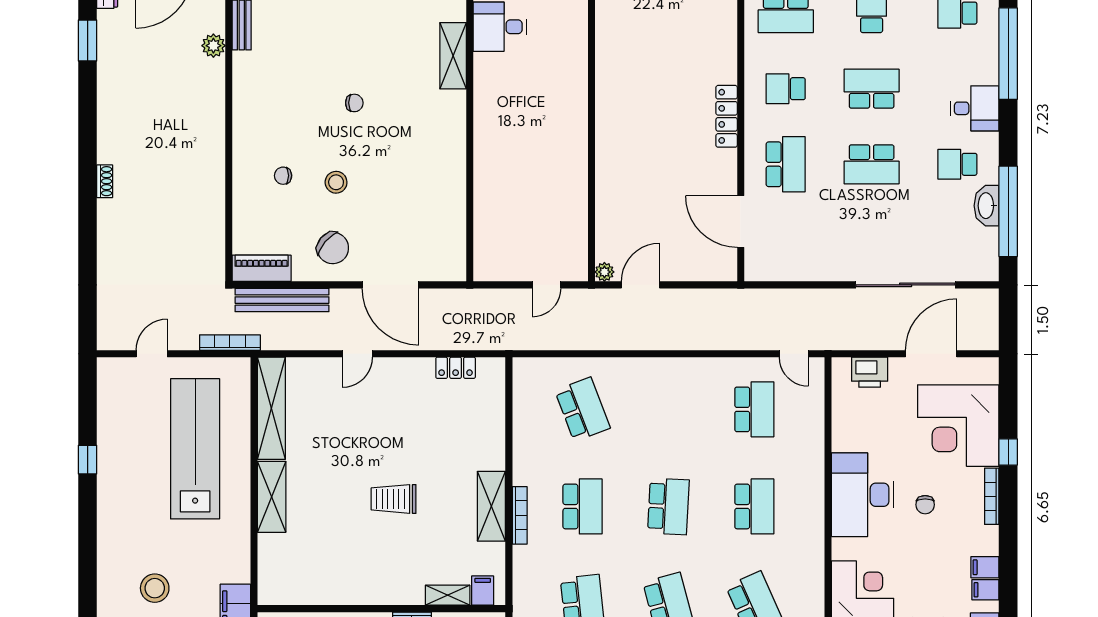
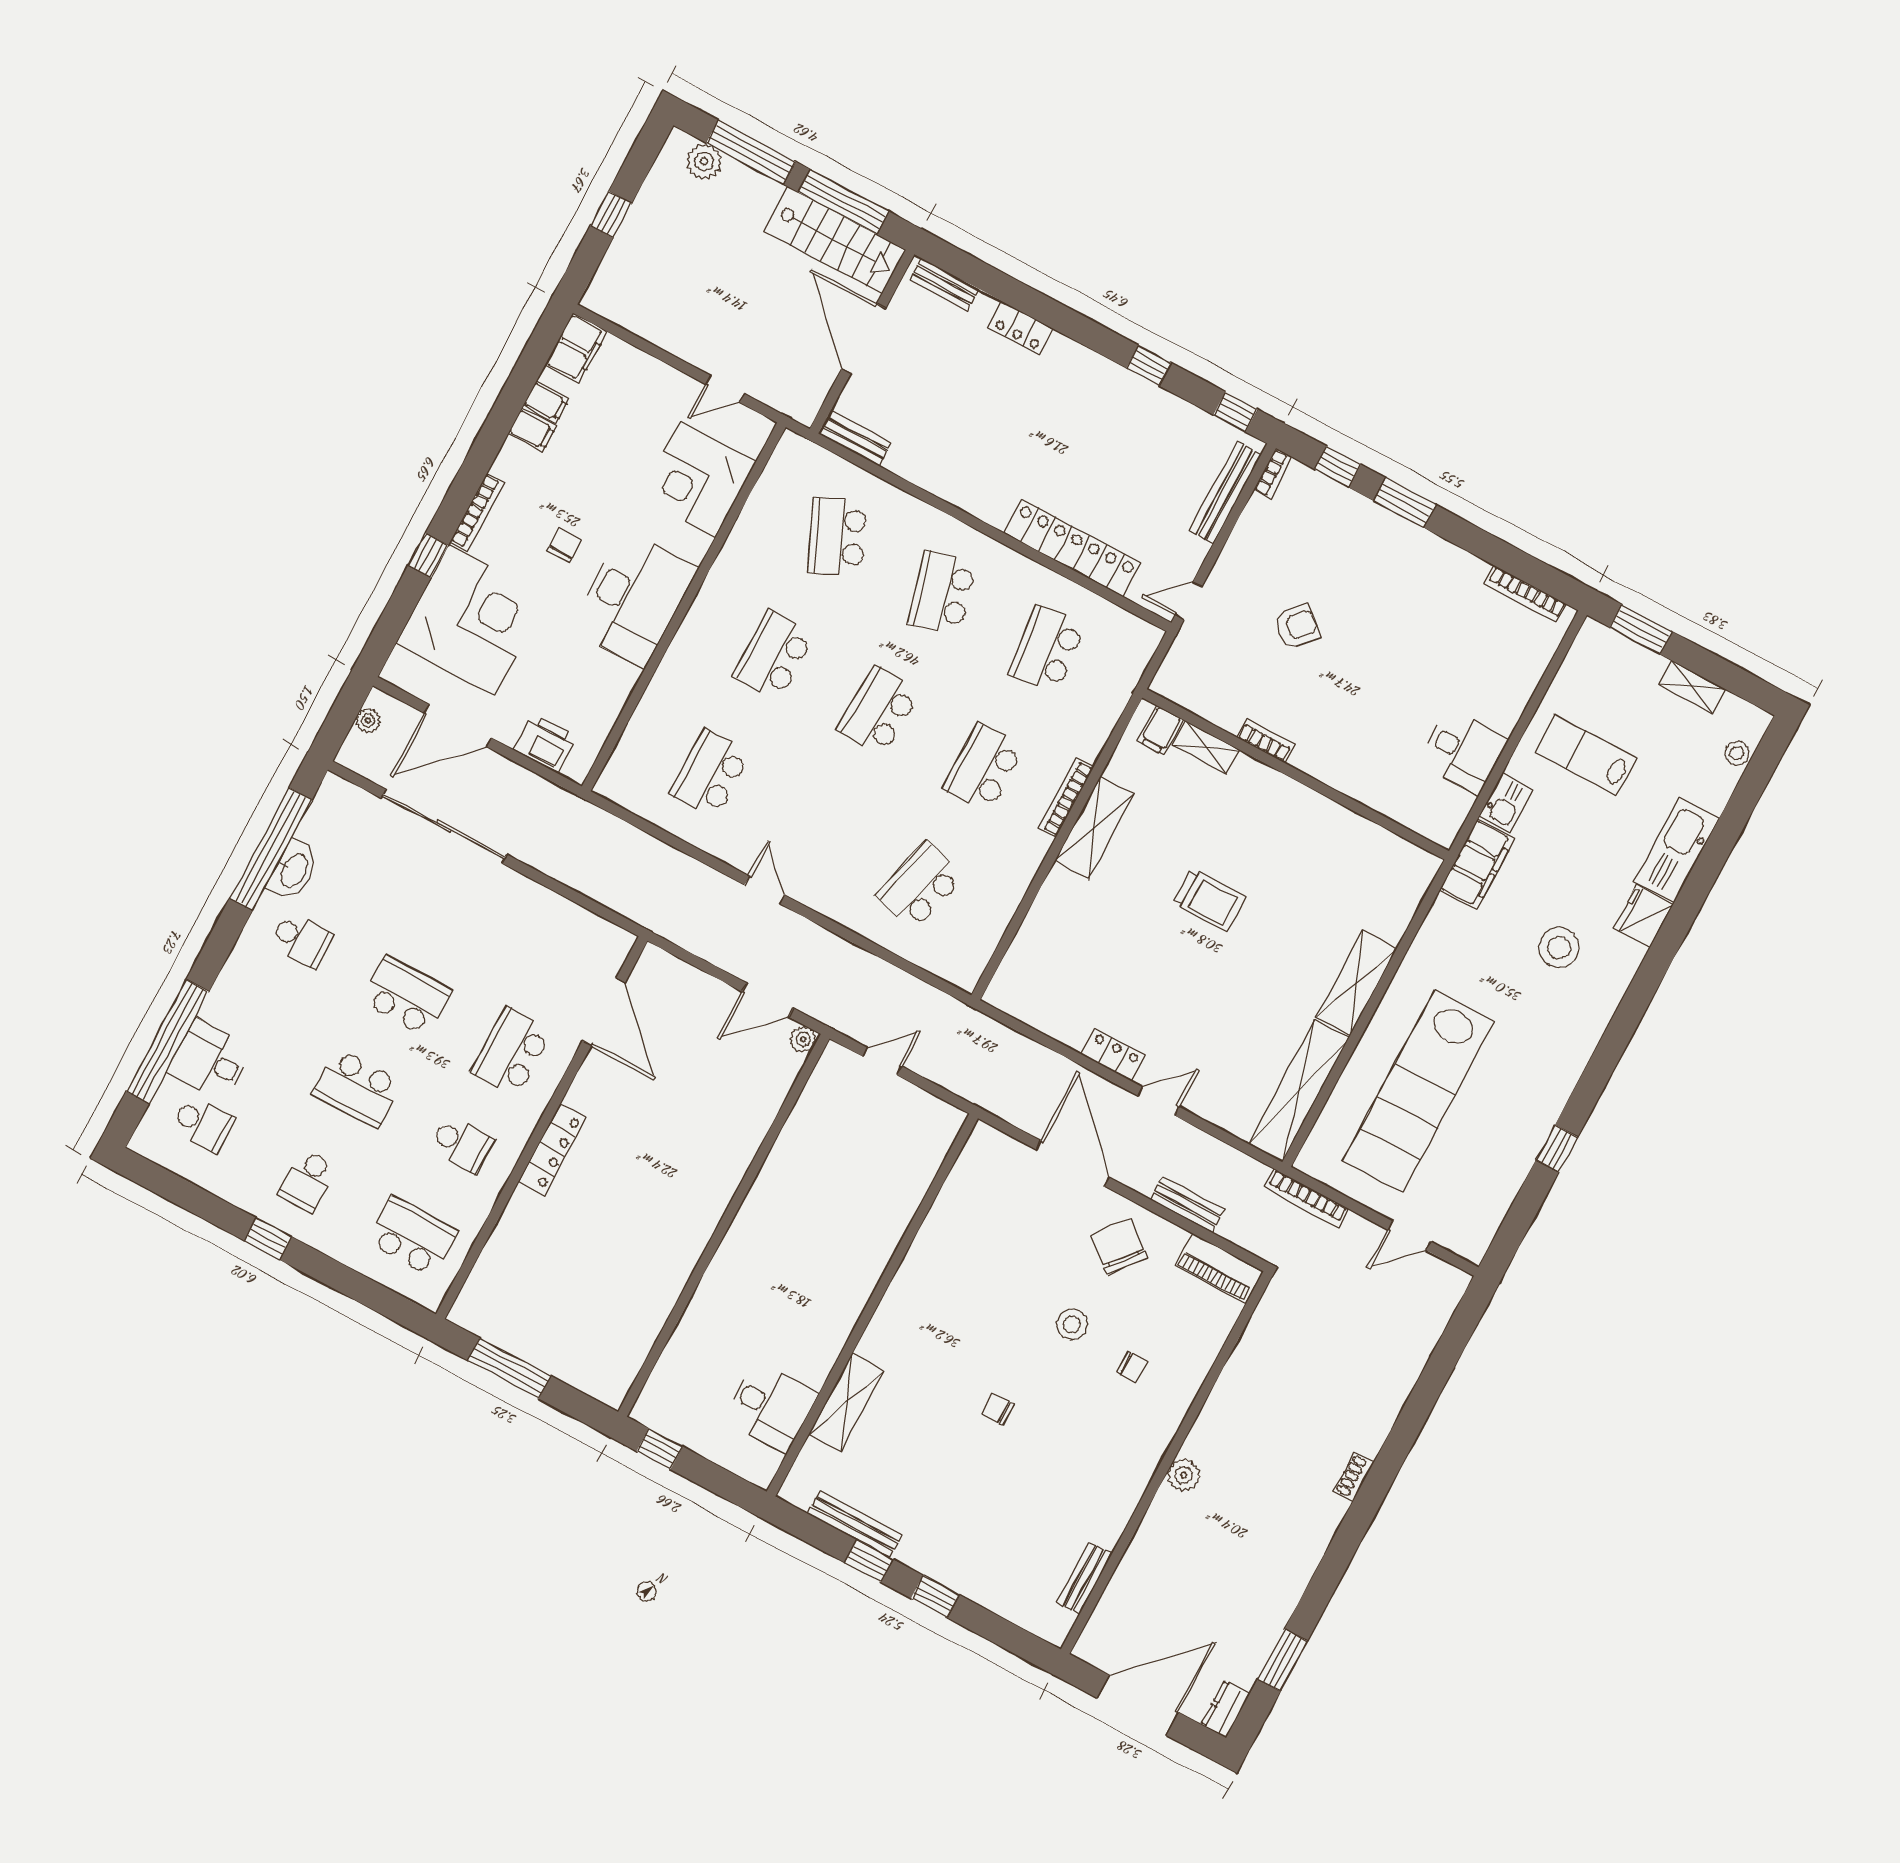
plant: (213, 46) -> (1184, 1475), moved
desk: (975, 108) -> (210, 1061), moved
bench: (282, 300) -> (1187, 1204), width x0.54, depth x0.82
plant: (990, 326) -> (368, 721), added
door: (794, 354) -> (764, 890), moved
locker: (456, 368) -> (1113, 1055), moved
school desk: (582, 409) -> (920, 886), turned 36

